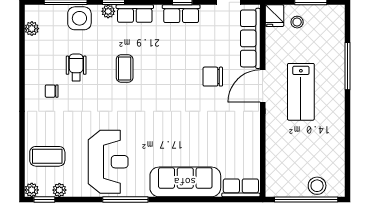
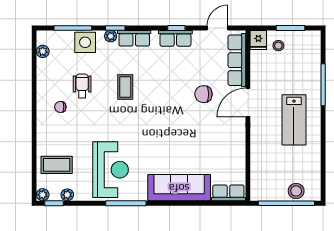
lab bench: (301, 92) -> (294, 120), moved

